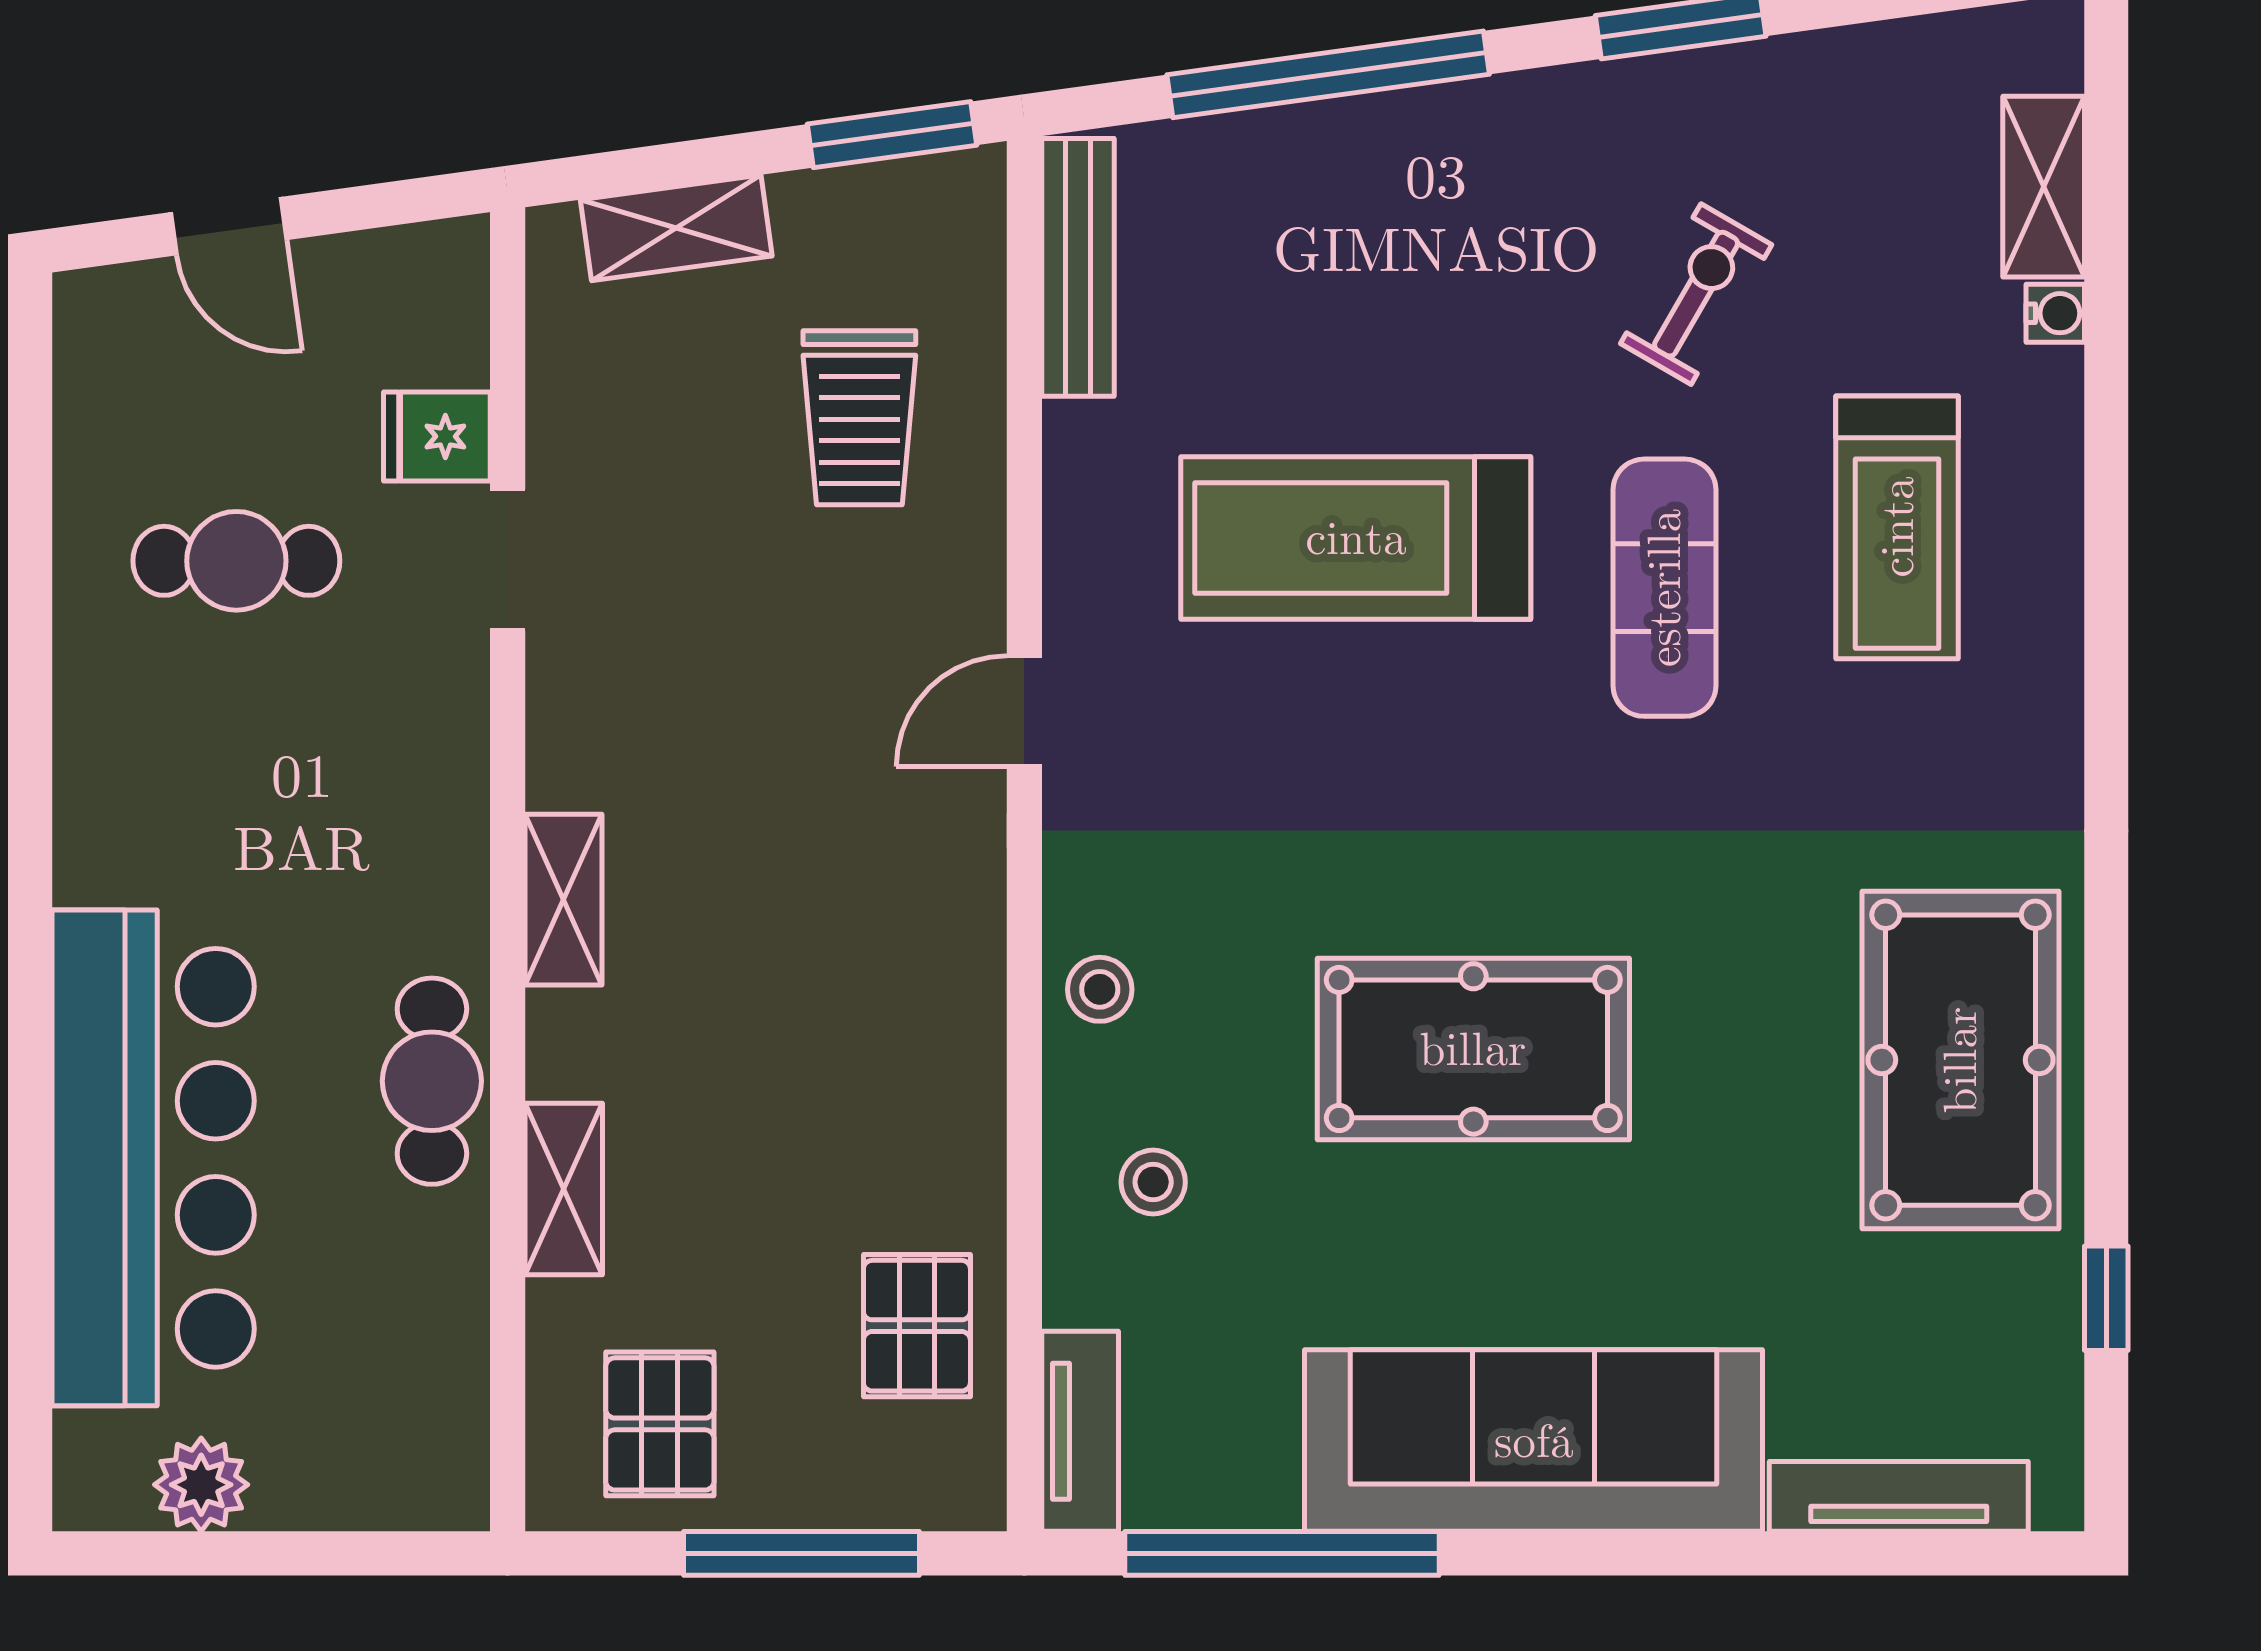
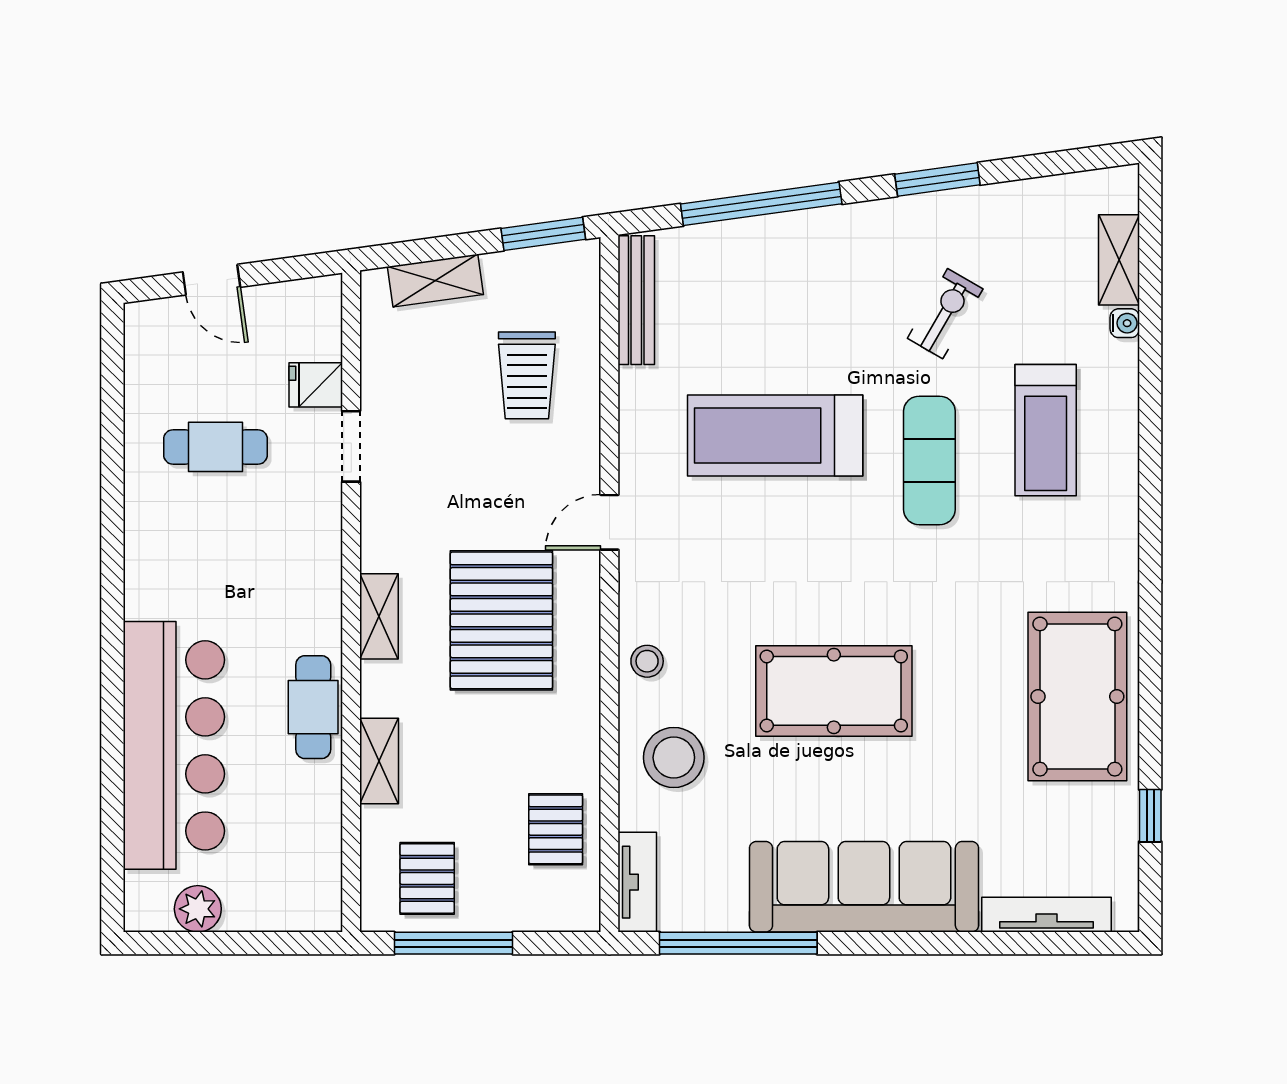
pallet: (808, 908) -> (501, 620), added
stool: (1153, 1182) -> (674, 758), width x1.89, depth x1.89
window: (802, 1553) -> (453, 943), moved

